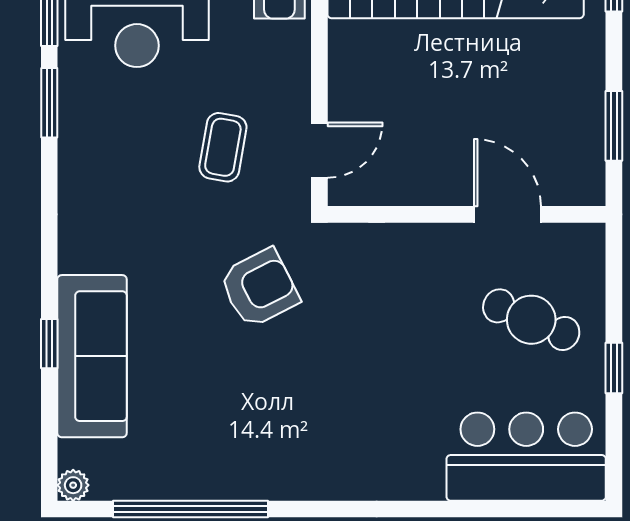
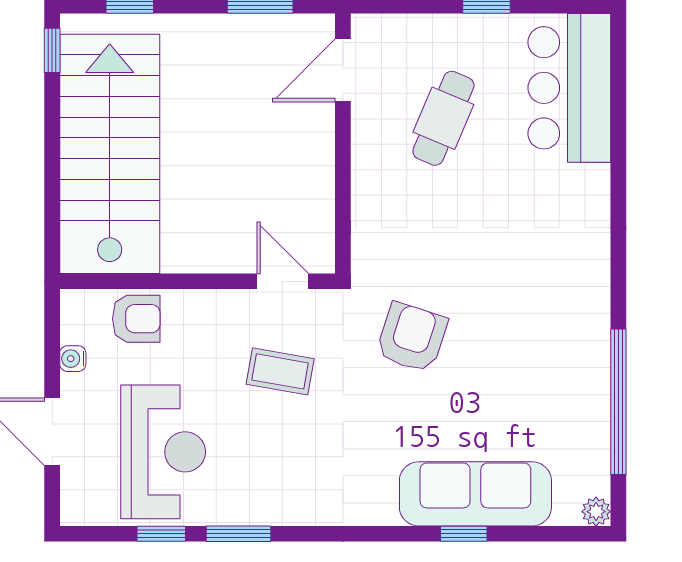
door: (507, 214) -> (343, 70), moved
armchair: (259, 288) -> (412, 337), turned 45
cafe table: (531, 320) -> (443, 118), moved

